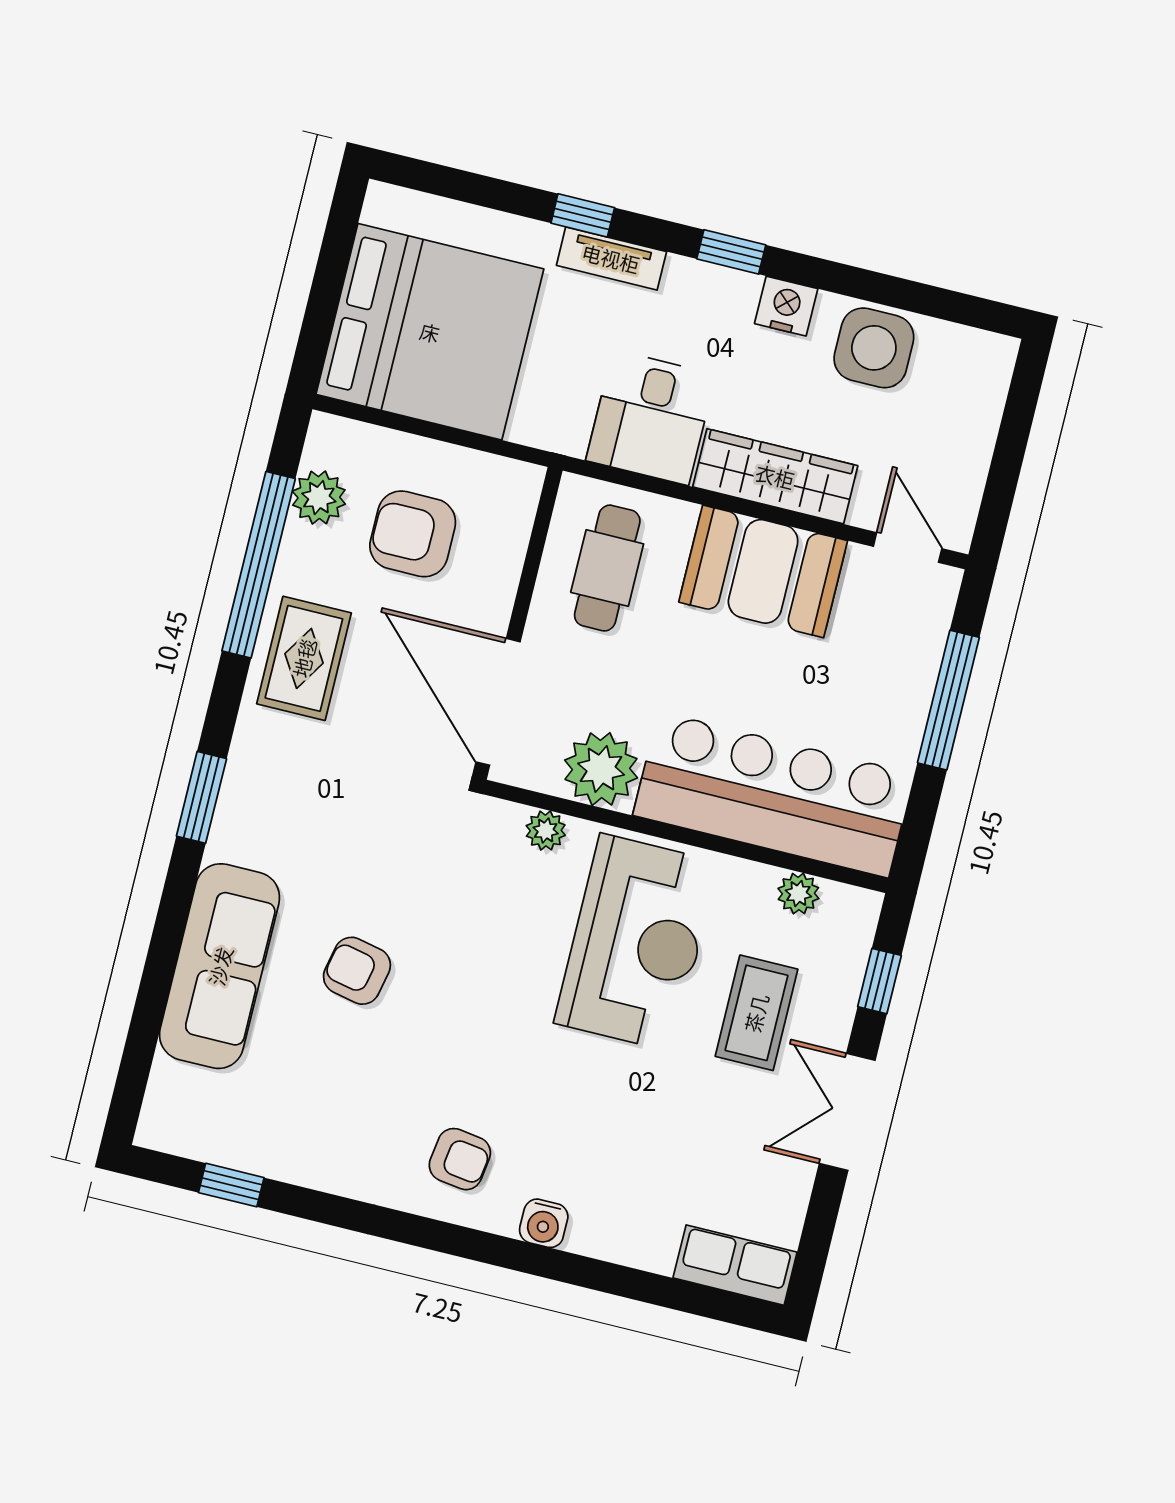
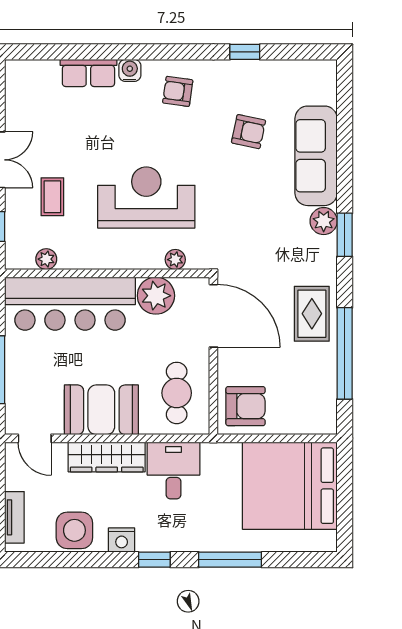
window: (583, 215) -> (230, 560), width x2.17
tv unit: (611, 258) -> (14, 517), moved, turned 90
plant: (319, 498) -> (324, 221), moved
armchair: (413, 534) -> (245, 406), moved
reception desk: (636, 942) -> (146, 198), moved, turned 90
armchair: (357, 971) -> (249, 132), moved
coffee table: (756, 1013) -> (52, 197), width x0.73, depth x0.77
window: (231, 1185) -> (245, 52), moved
row of seats: (735, 1265) -> (88, 73), moved

